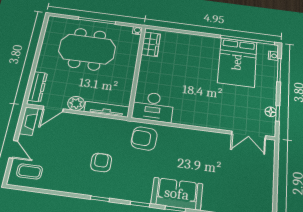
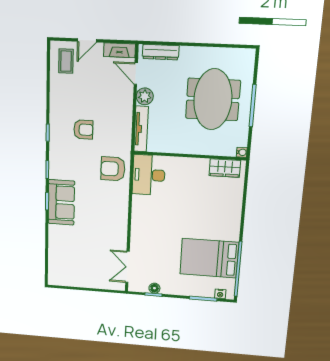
armchair: (144, 138) -> (113, 169), turned -93

